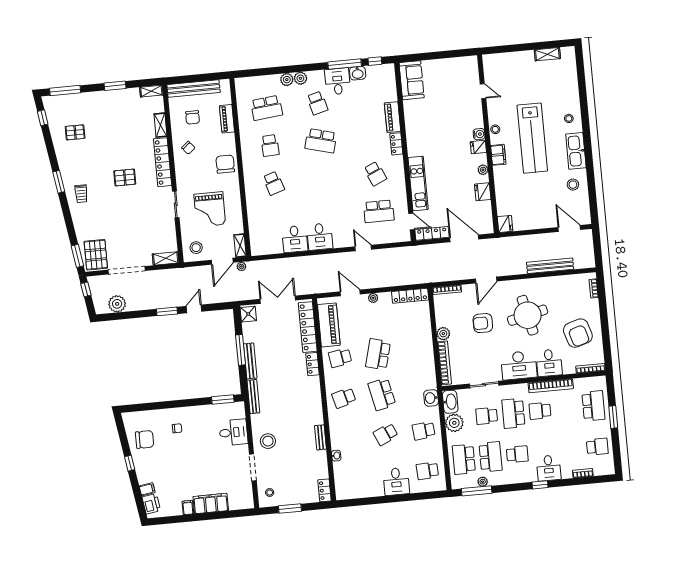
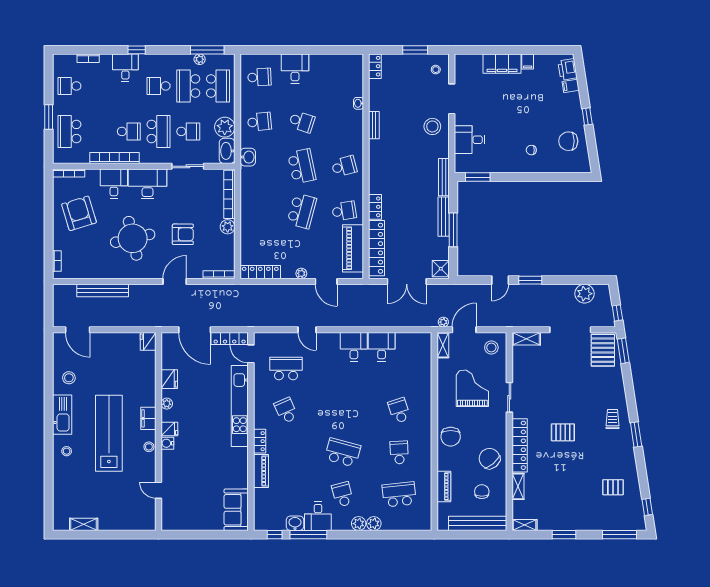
chair: (188, 148) -> (490, 458), width x1.87, depth x1.87
kitchen unit: (418, 183) -> (240, 406), width x1.36
school desk: (386, 434) -> (302, 122), turned 42

